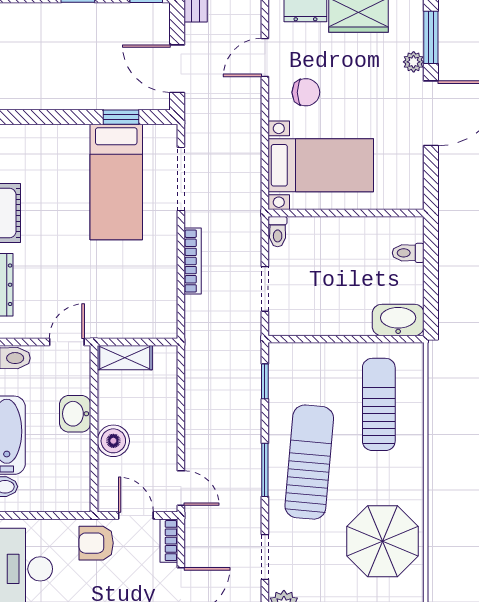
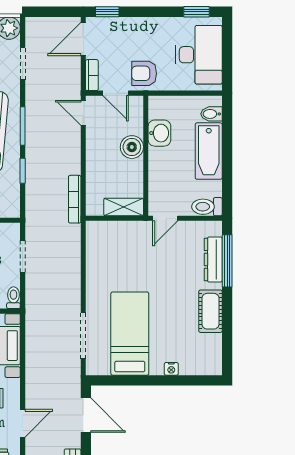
window: (121, 117) -> (126, 380), removed
nightstand: (59, 133) -> (171, 369), added
bookcase: (193, 261) -> (75, 199), moved
window: (265, 381) -> (23, 171), moved
washbasin: (75, 414) -> (159, 133), moved
armchair: (96, 543) -> (144, 73), turned 180

